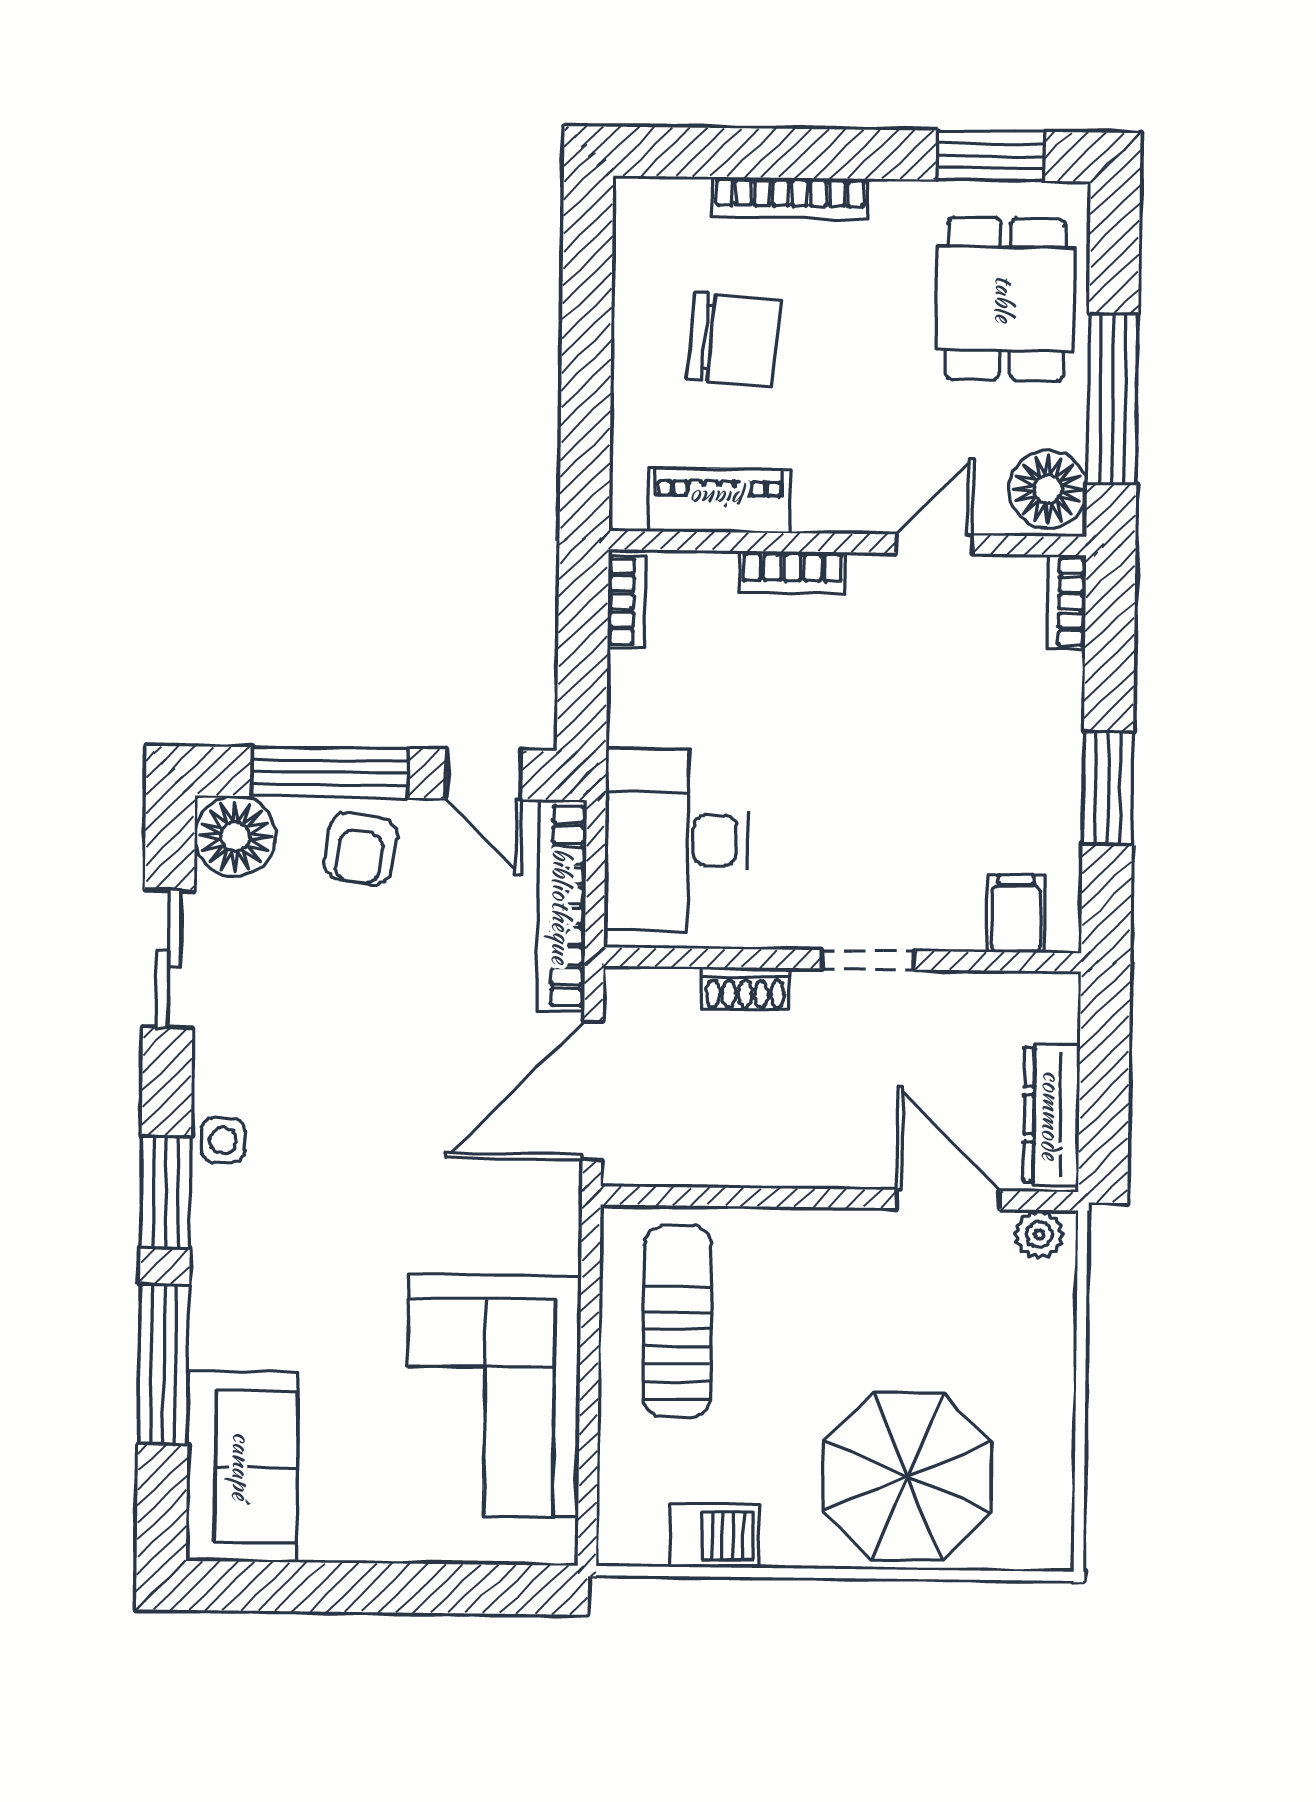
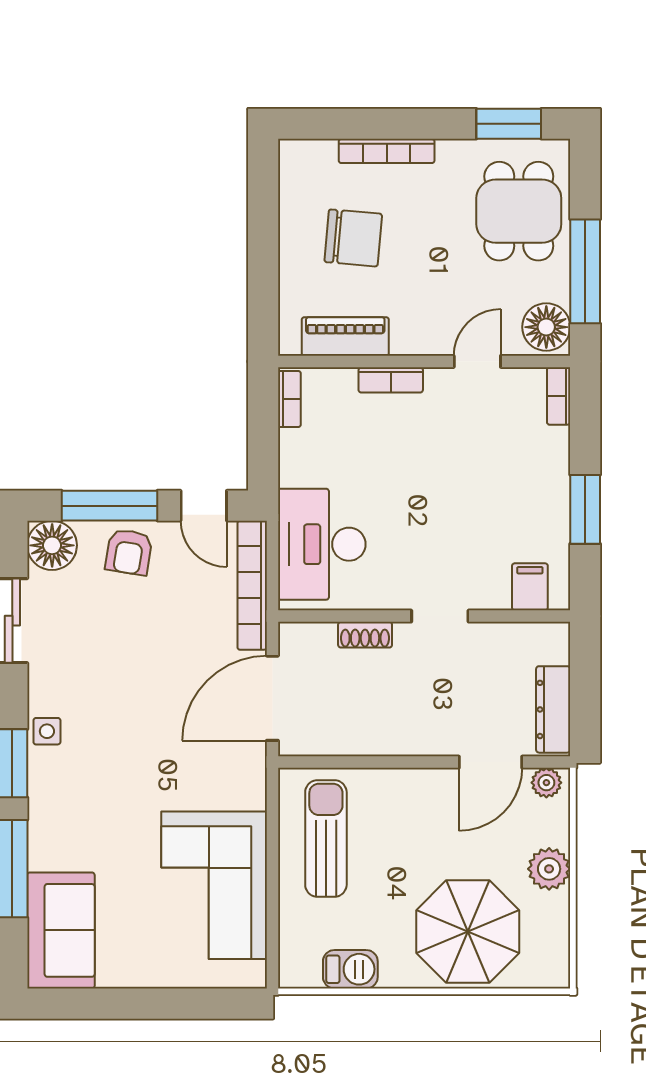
door: (948, 1200) -> (490, 762), swing flipped
plant: (1042, 1376) -> (549, 869), added

